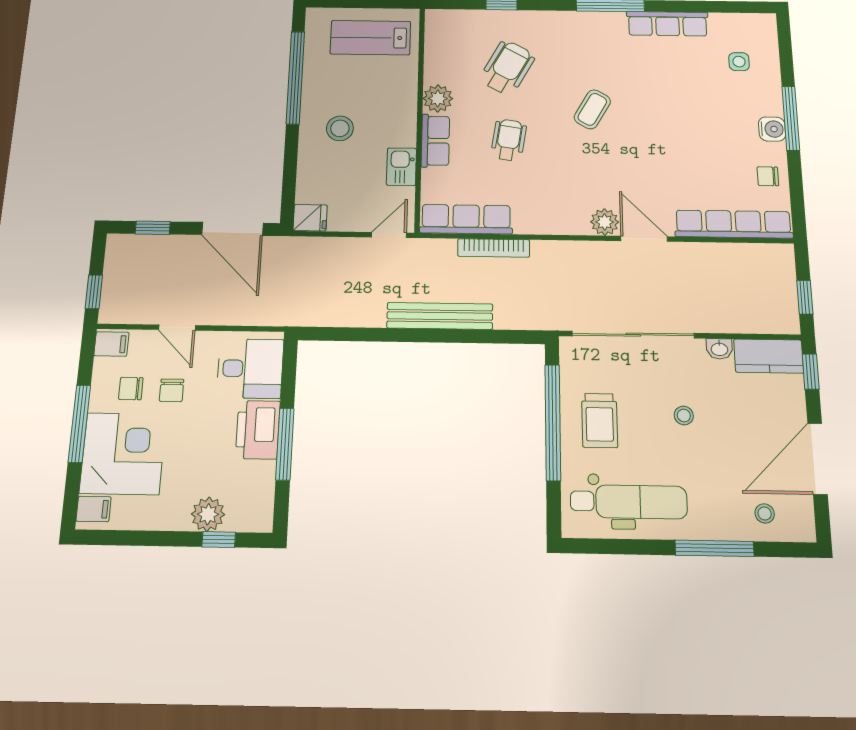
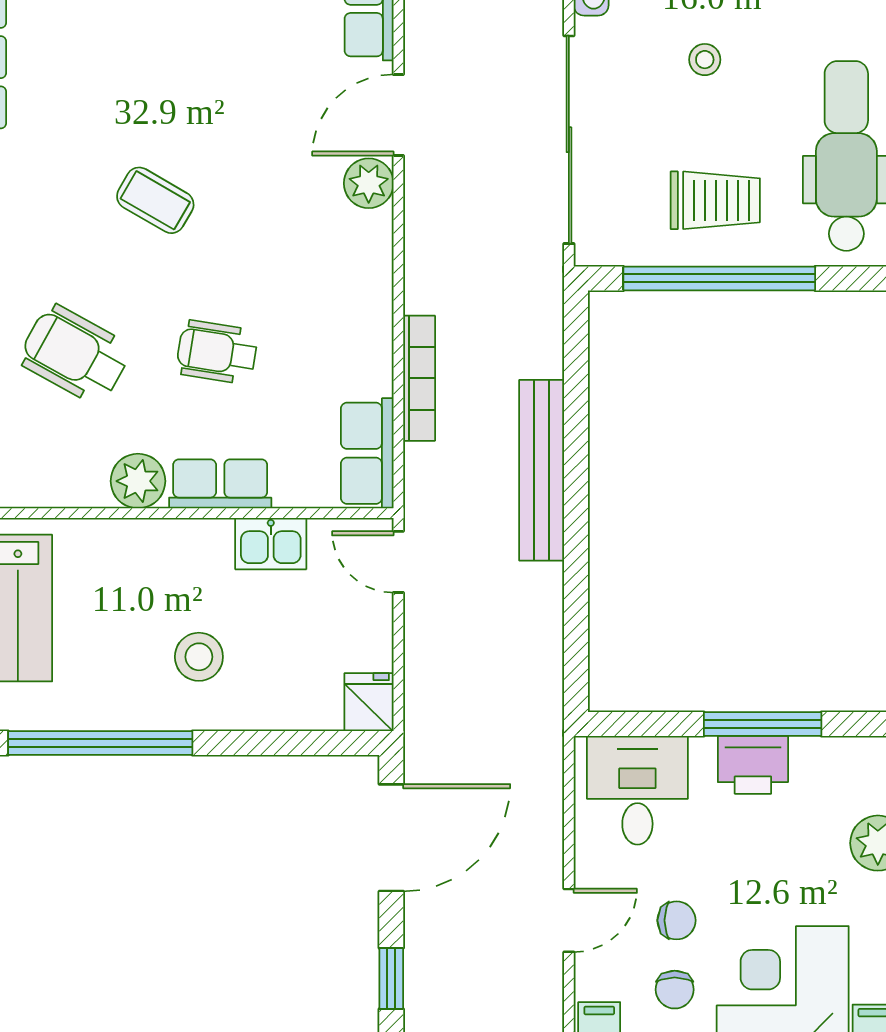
row of seats: (466, 219) -> (367, 453), width x0.68
printer: (258, 430) -> (753, 765), width x0.73, depth x0.84

